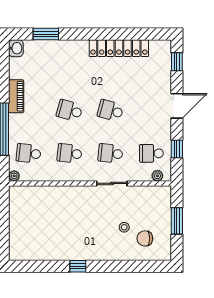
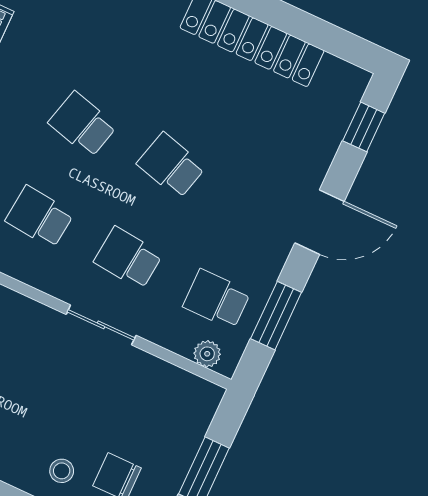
window: (177, 149) -> (276, 316), width x1.50
stool: (124, 227) -> (62, 471), moved

